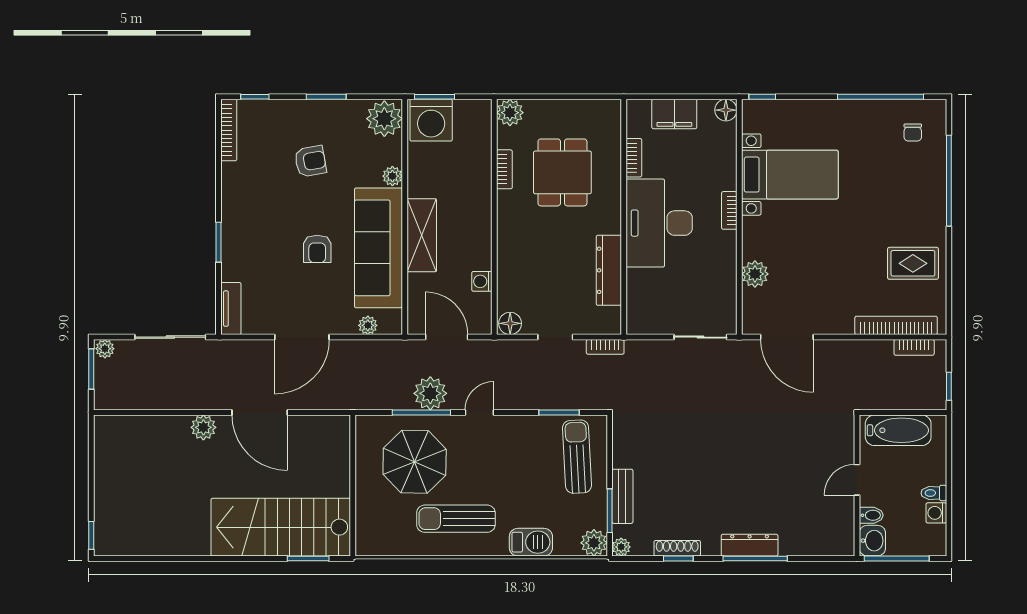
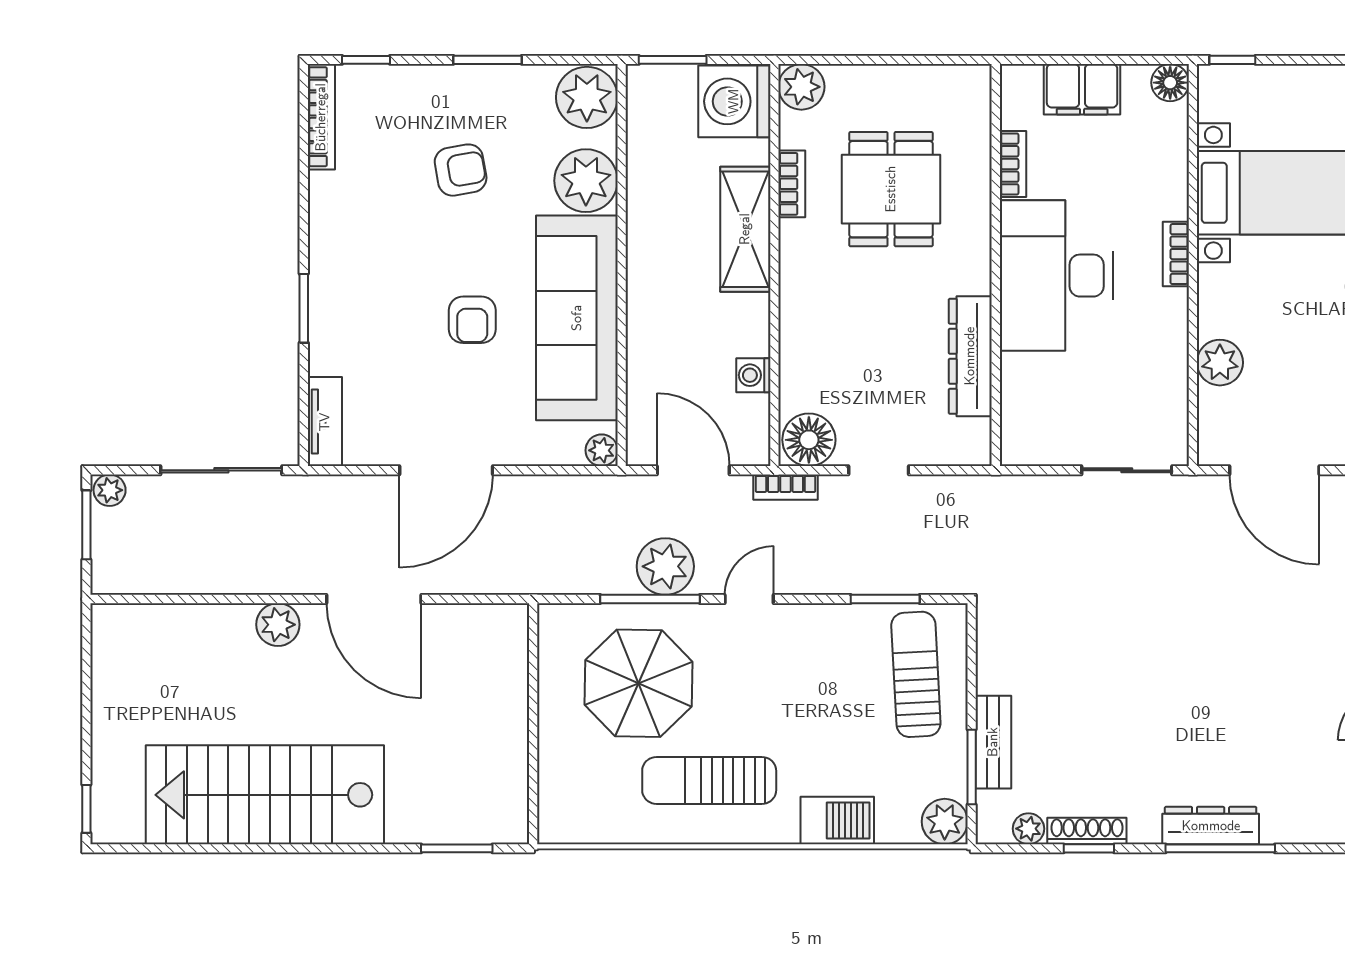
washing machine: (431, 120) -> (734, 101), moved, turned 90
plant: (392, 176) -> (586, 181), width x1.88, depth x1.88
shelving: (422, 235) -> (745, 229), moved
floor lamp: (510, 323) -> (809, 440), width x1.38, depth x1.38
plant: (368, 325) -> (602, 450), moved
bookcase: (605, 347) -> (785, 487), moved
stairs: (281, 527) -> (265, 795), moved
plant: (621, 547) -> (1029, 829), moved

